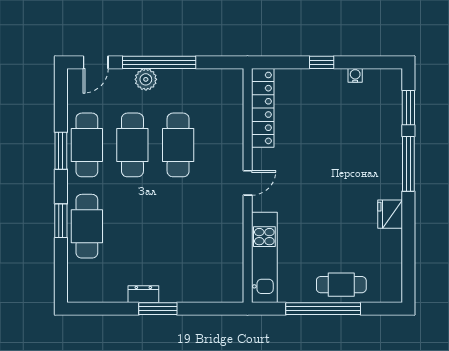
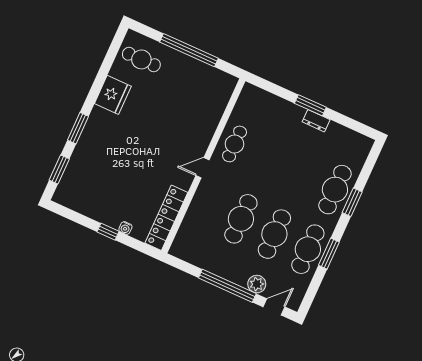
water cooler: (355, 75) -> (125, 228), moved
plant: (146, 79) -> (257, 284), moved
window: (408, 164) -> (78, 128), width x0.69
fridge: (390, 214) -> (113, 95), width x1.36, depth x1.34
cafe table: (224, 226) -> (235, 144), added
kitchen unit: (264, 257) -> (215, 107), removed
cafe table: (341, 285) -> (141, 59), moved

